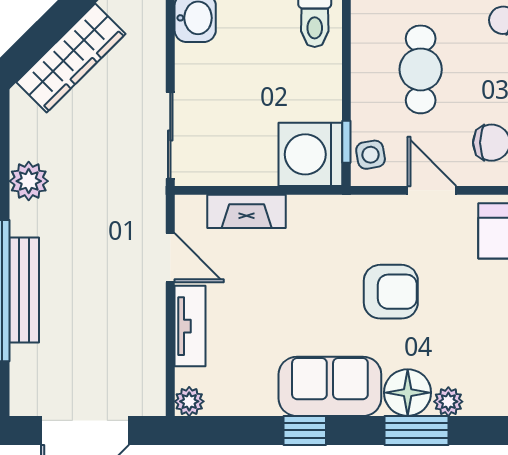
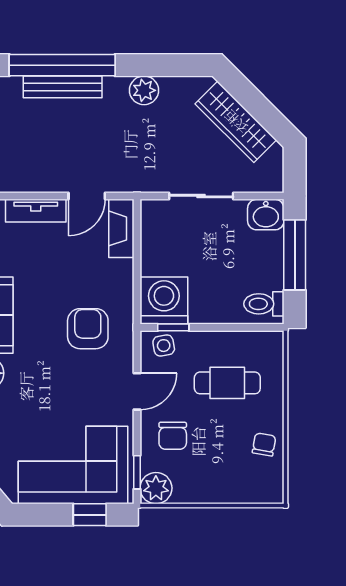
sliding door: (170, 135) -> (201, 196), moved
fireplace: (247, 211) -> (121, 228), moved
armchair: (391, 292) -> (88, 329), moved, turned 180

